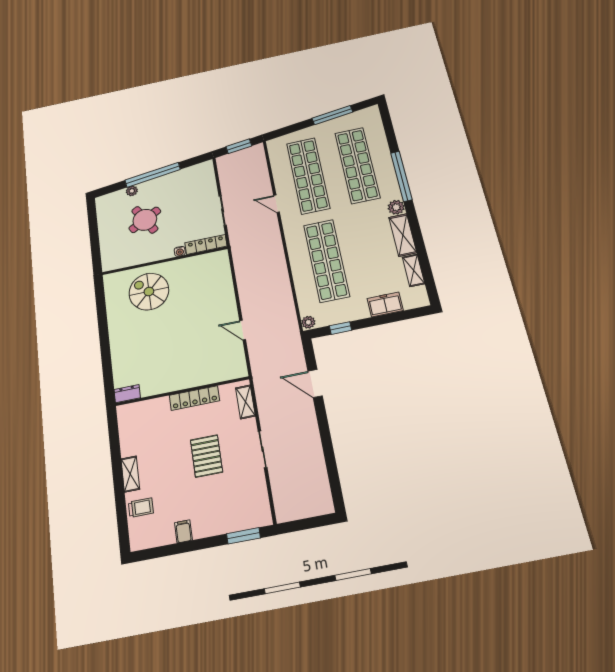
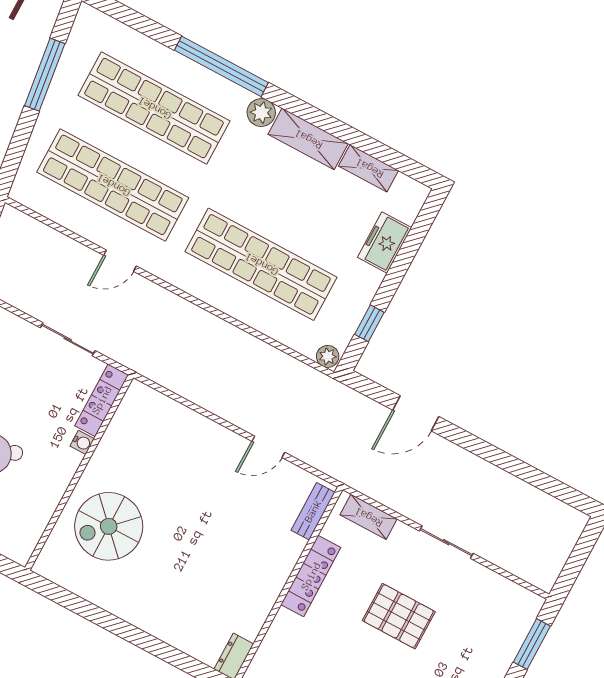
bench: (227, 374) -> (313, 511), added

